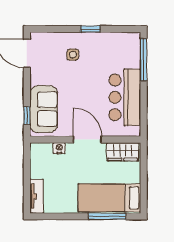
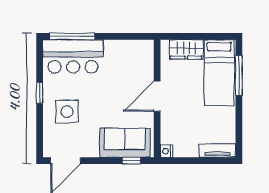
side table: (73, 55) -> (67, 112), width x1.87, depth x1.87
bar counter: (125, 97) -> (73, 56), moved
nightstand: (59, 148) -> (166, 151), moved
wardrobe: (123, 152) -> (186, 49), moved, turned 90

